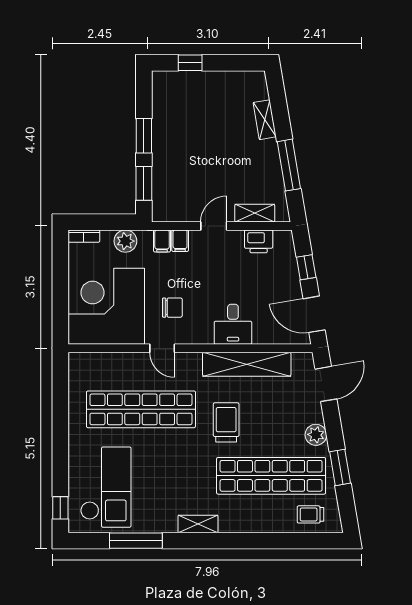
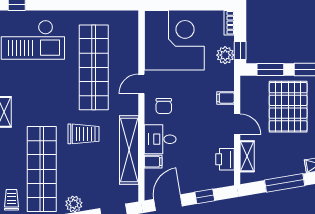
pallet: (191, 161) -> (288, 107), added
window: (119, 222) -> (240, 50), added
filing cabinet: (162, 241) -> (153, 162), moved, turned 180
chair: (172, 308) -> (164, 106), moved

